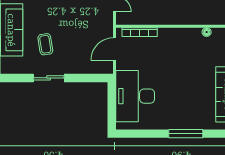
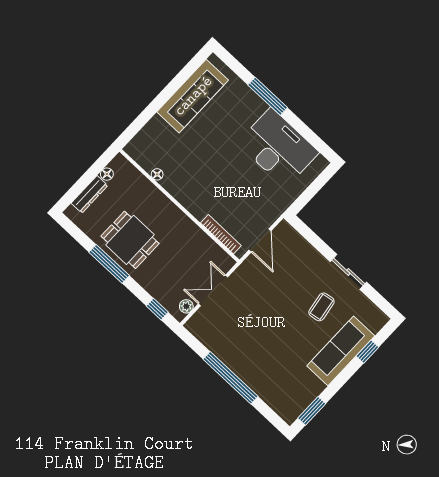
door: (115, 49) -> (260, 240), hinge flipped
desk: (135, 96) -> (278, 148), moved, turned -90

